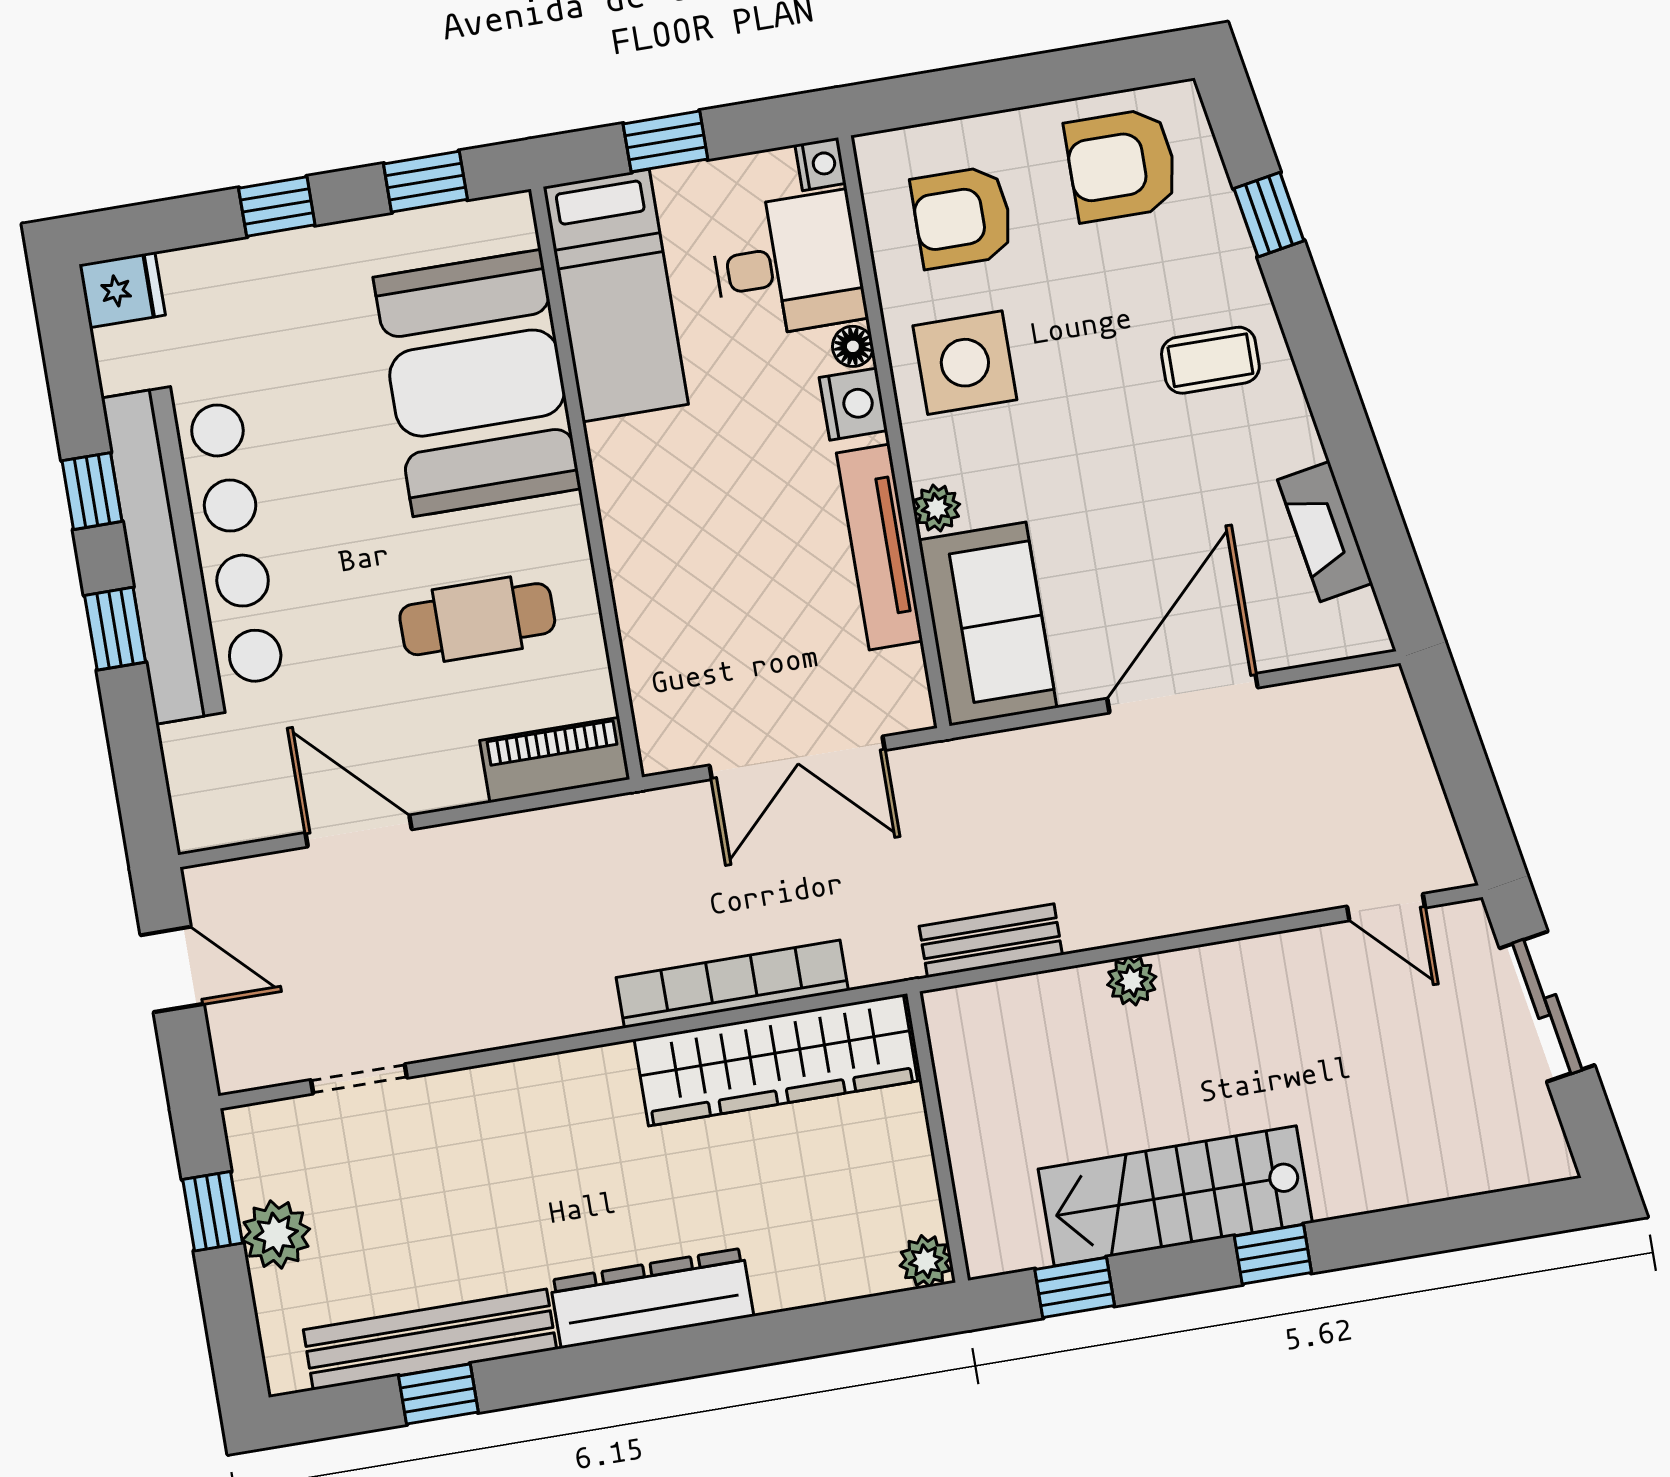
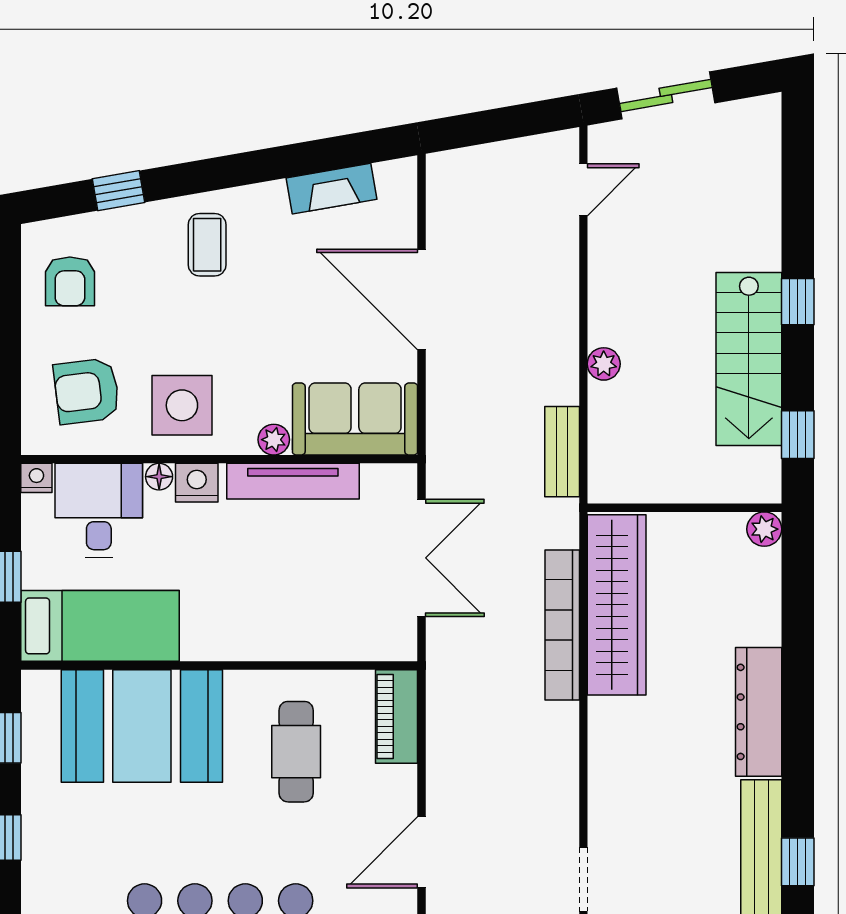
armchair: (1122, 165) -> (70, 281), width x0.72, depth x0.72
armchair: (962, 217) -> (87, 391), turned 83

